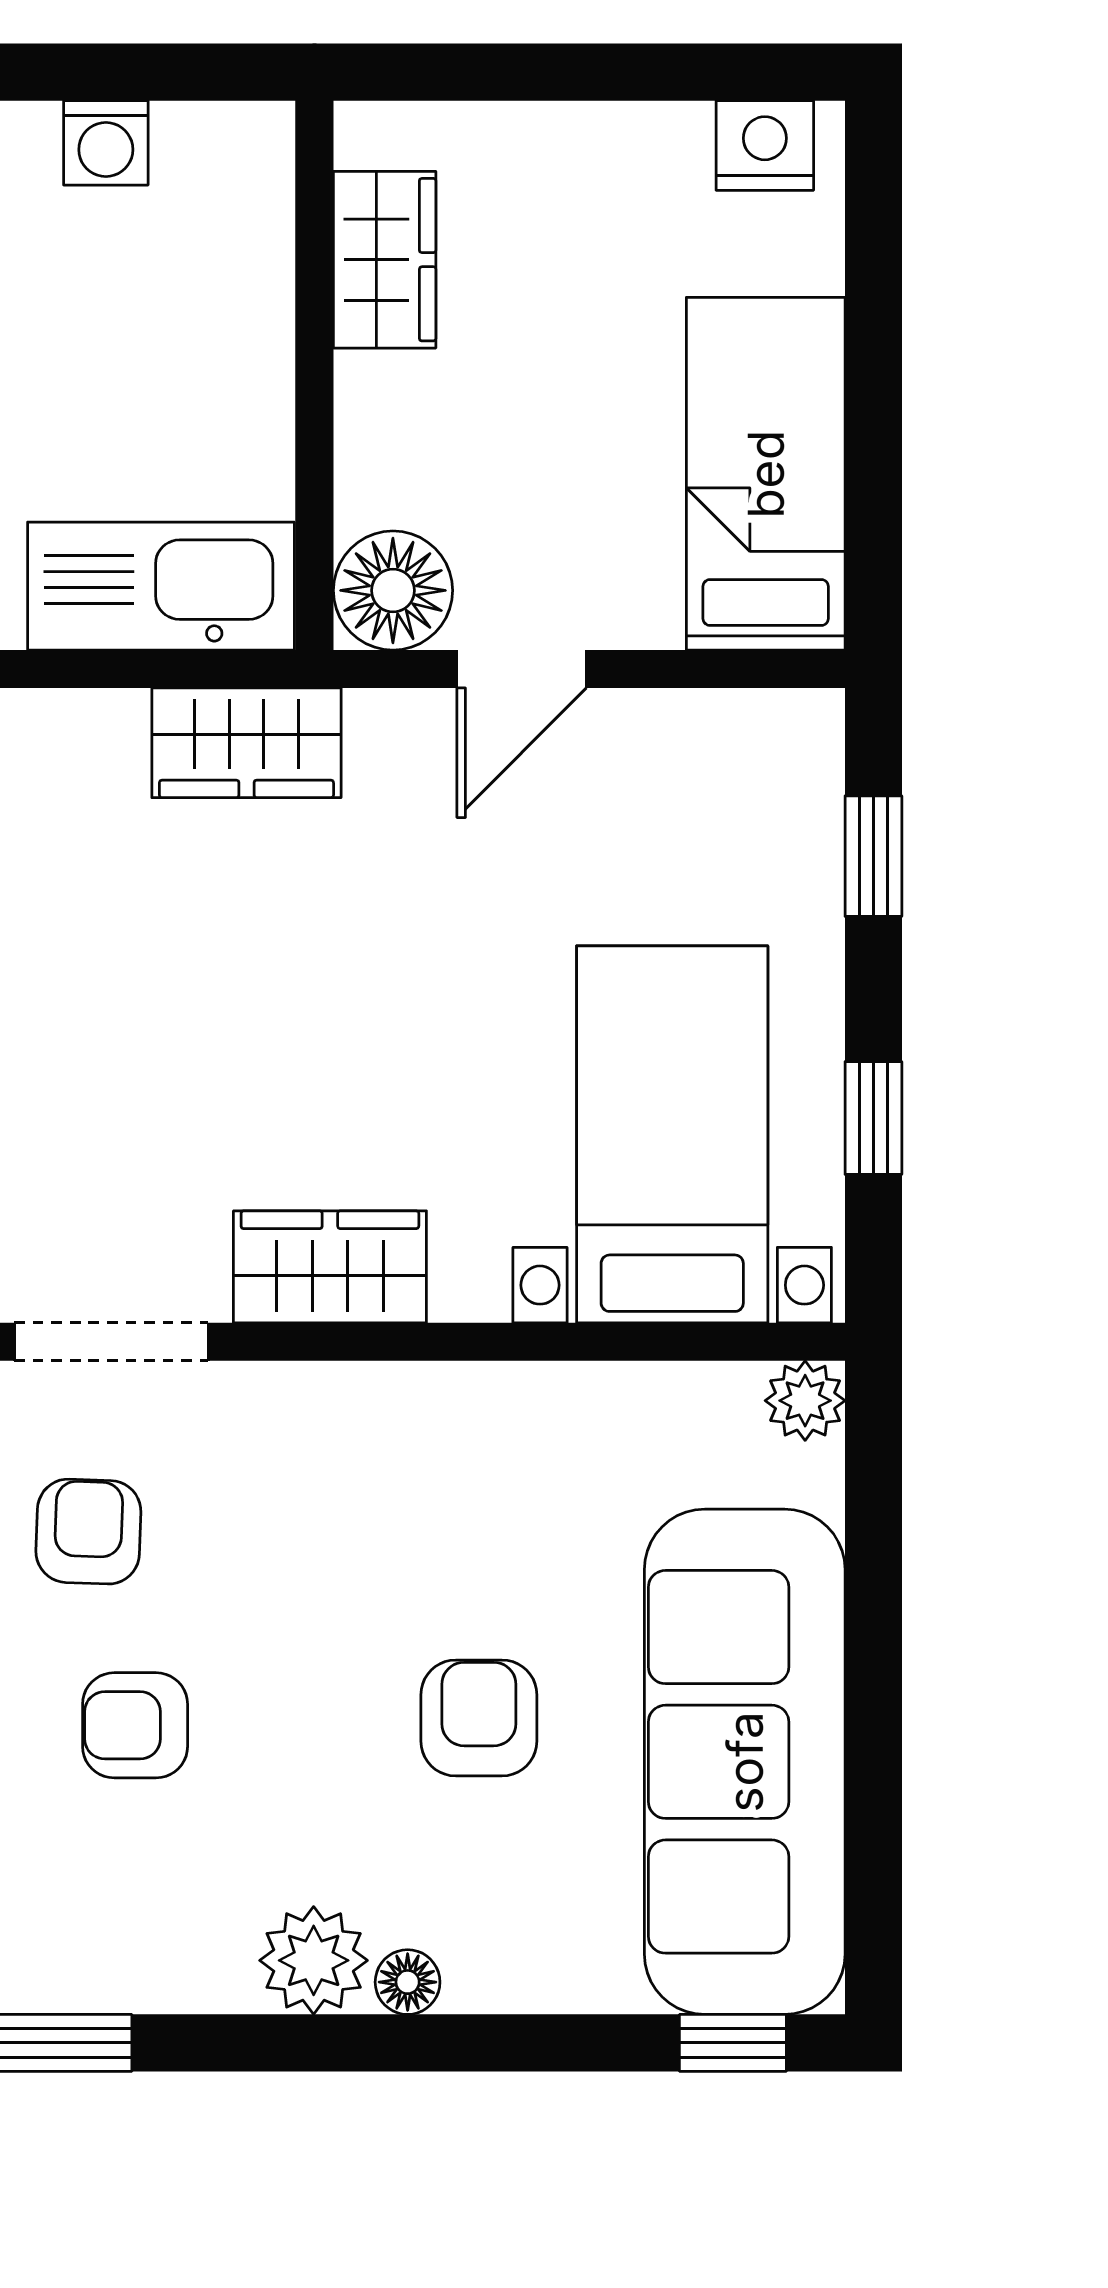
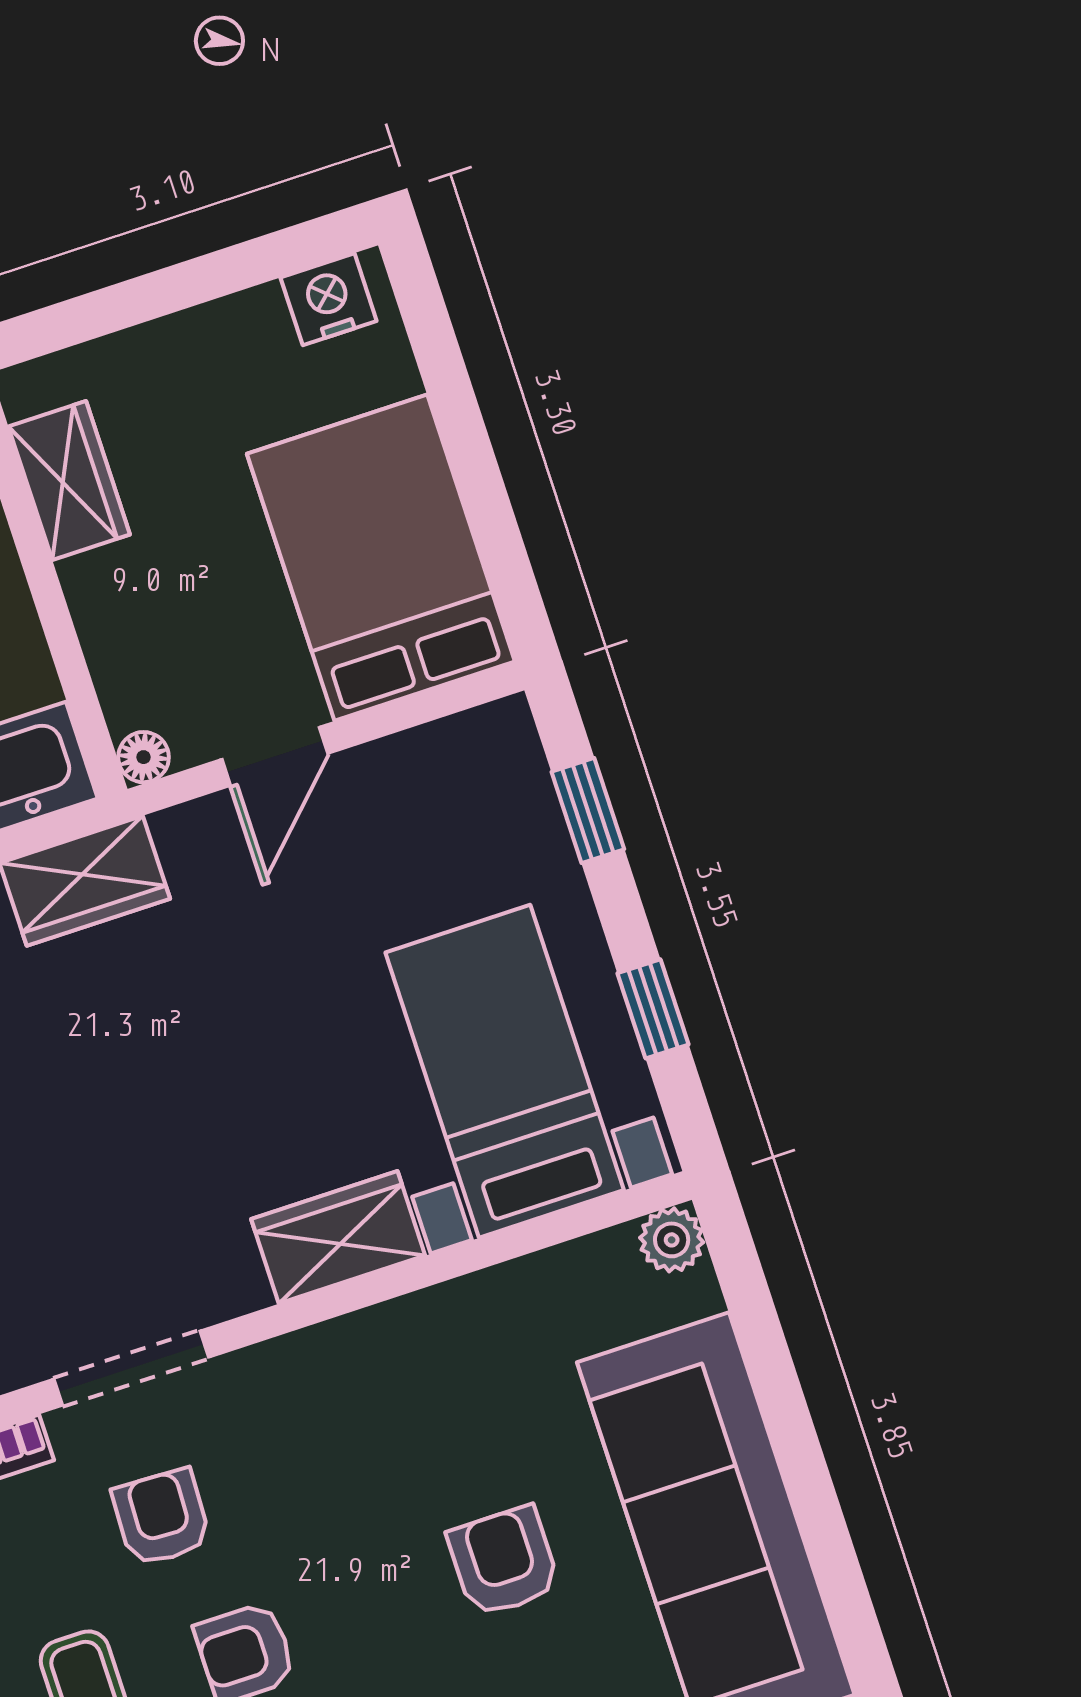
bed: (766, 474) -> (381, 558), width x1.50
floor lamp: (393, 590) -> (144, 757), width x0.53, depth x0.53
wardrobe: (330, 1267) -> (338, 1237), moved

